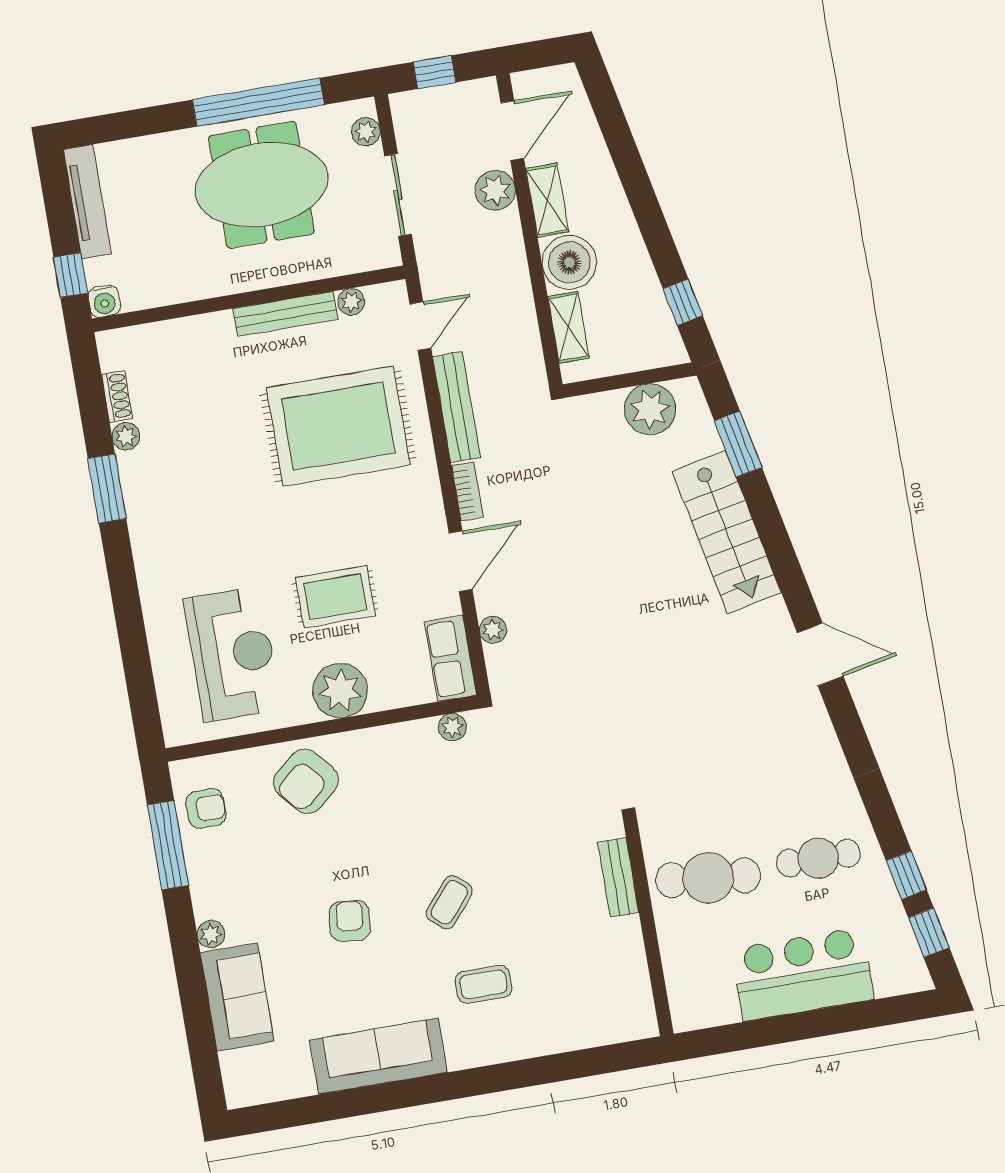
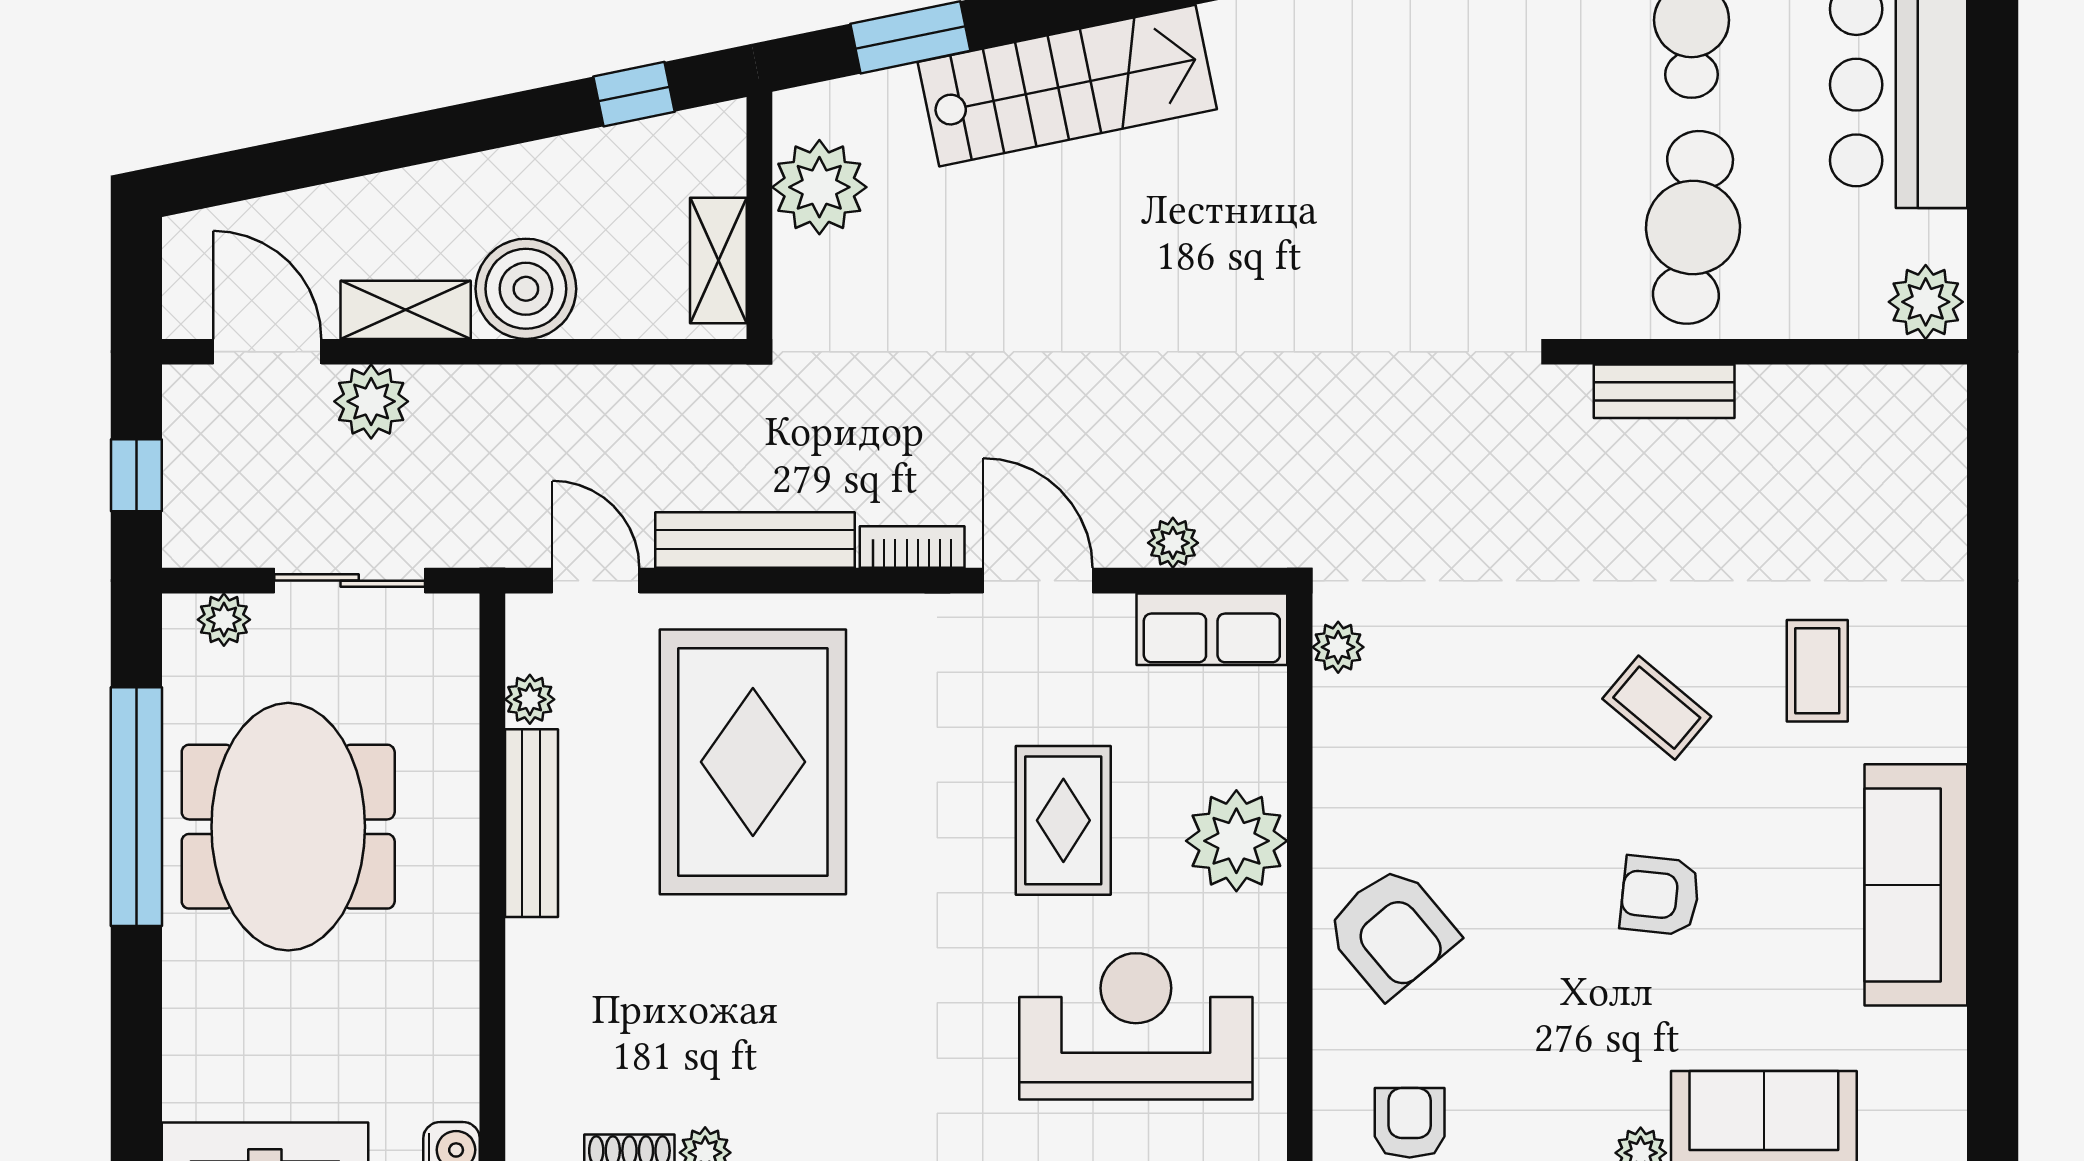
shelving: (568, 327) -> (718, 260), moved, turned 90
plant: (690, 1008) -> (1926, 302), added

